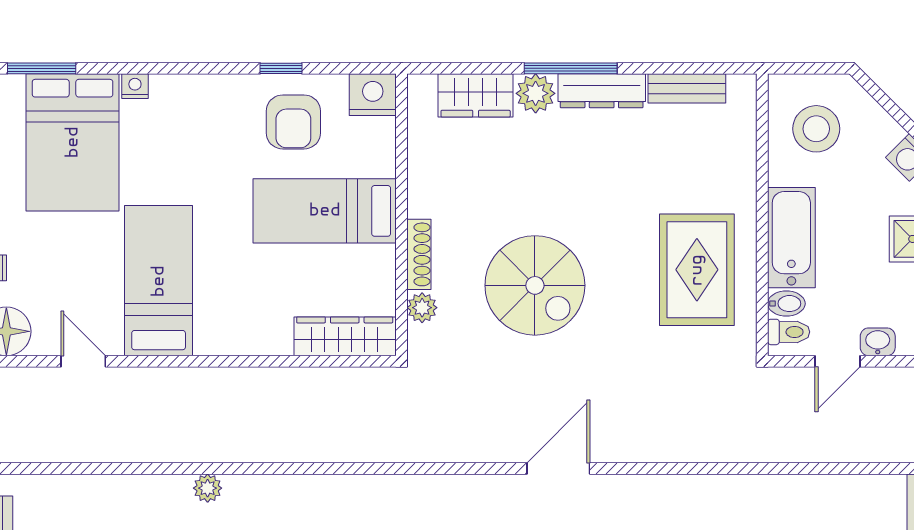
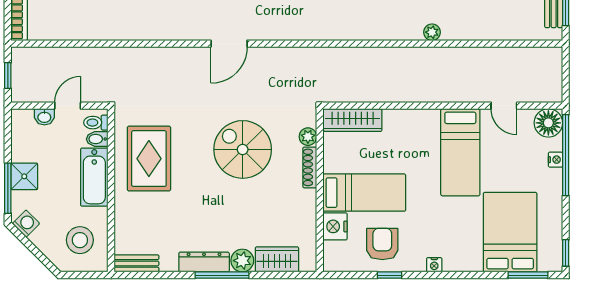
nightstand: (135, 86) -> (434, 265), moved
bench: (687, 88) -> (137, 263), moved
nightstand: (373, 95) -> (335, 226), moved, turned 90

